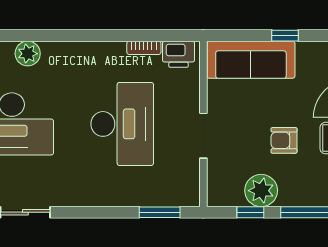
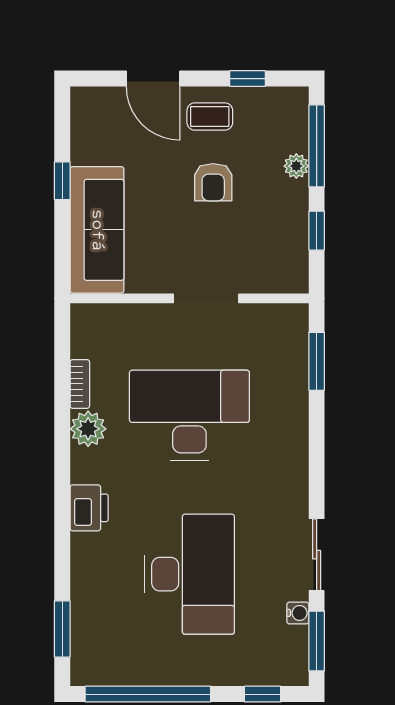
plant: (28, 54) -> (88, 429), moved
printer: (179, 54) -> (89, 508), moved
plant: (261, 191) -> (296, 166), moved, width x0.53, depth x0.53

